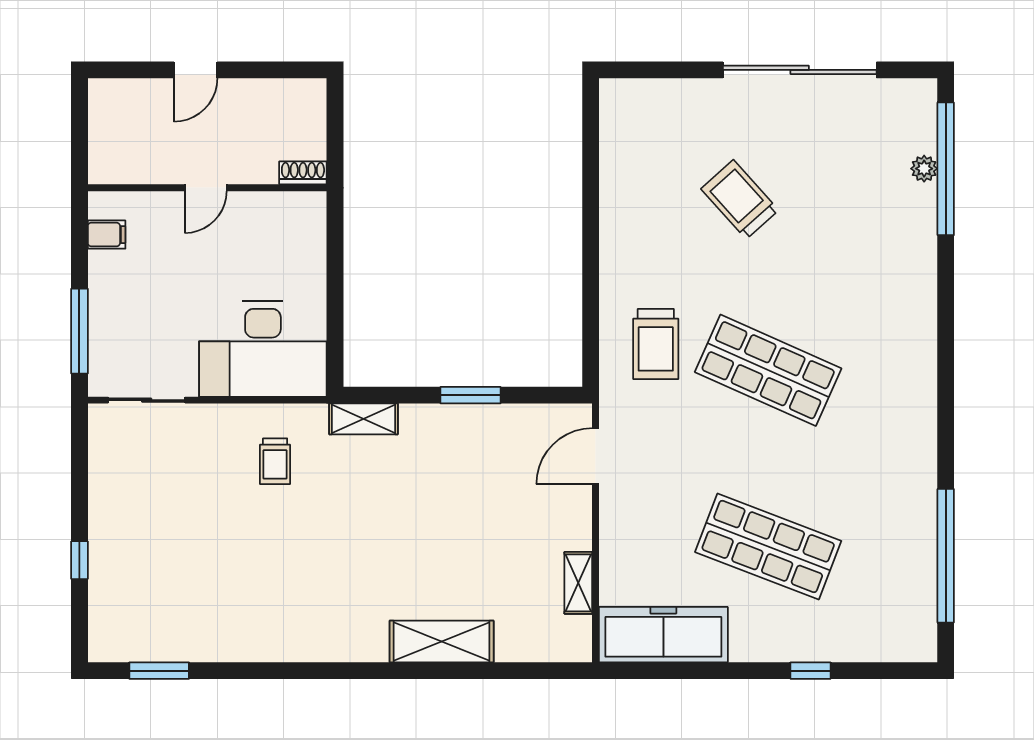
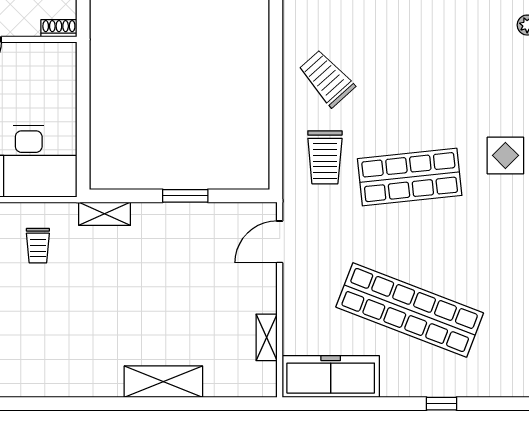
trolley: (740, 200) -> (327, 78), moved
display table: (895, 342) -> (505, 155), added
shop shelf: (768, 370) -> (410, 177), turned -30
shop shelf: (768, 546) -> (410, 310), width x1.40

